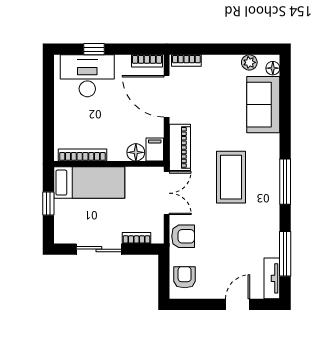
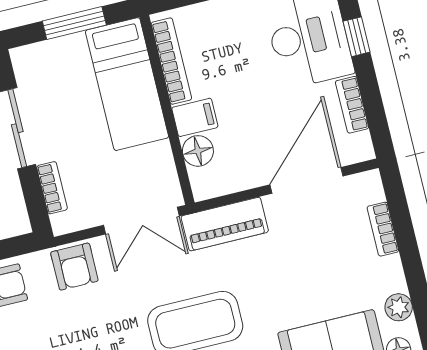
bookcase: (147, 61) -> (352, 105), moved
bookcase: (186, 61) -> (383, 229), moved
filing cabinet: (155, 150) -> (195, 117), moved
window: (48, 203) -> (74, 23), width x1.50

